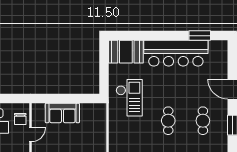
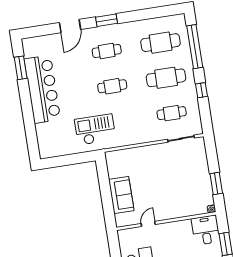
booth: (126, 52) -> (49, 140), removed
chair: (20, 119) -> (134, 237), removed
door: (31, 135) -> (148, 224), hinge flipped

